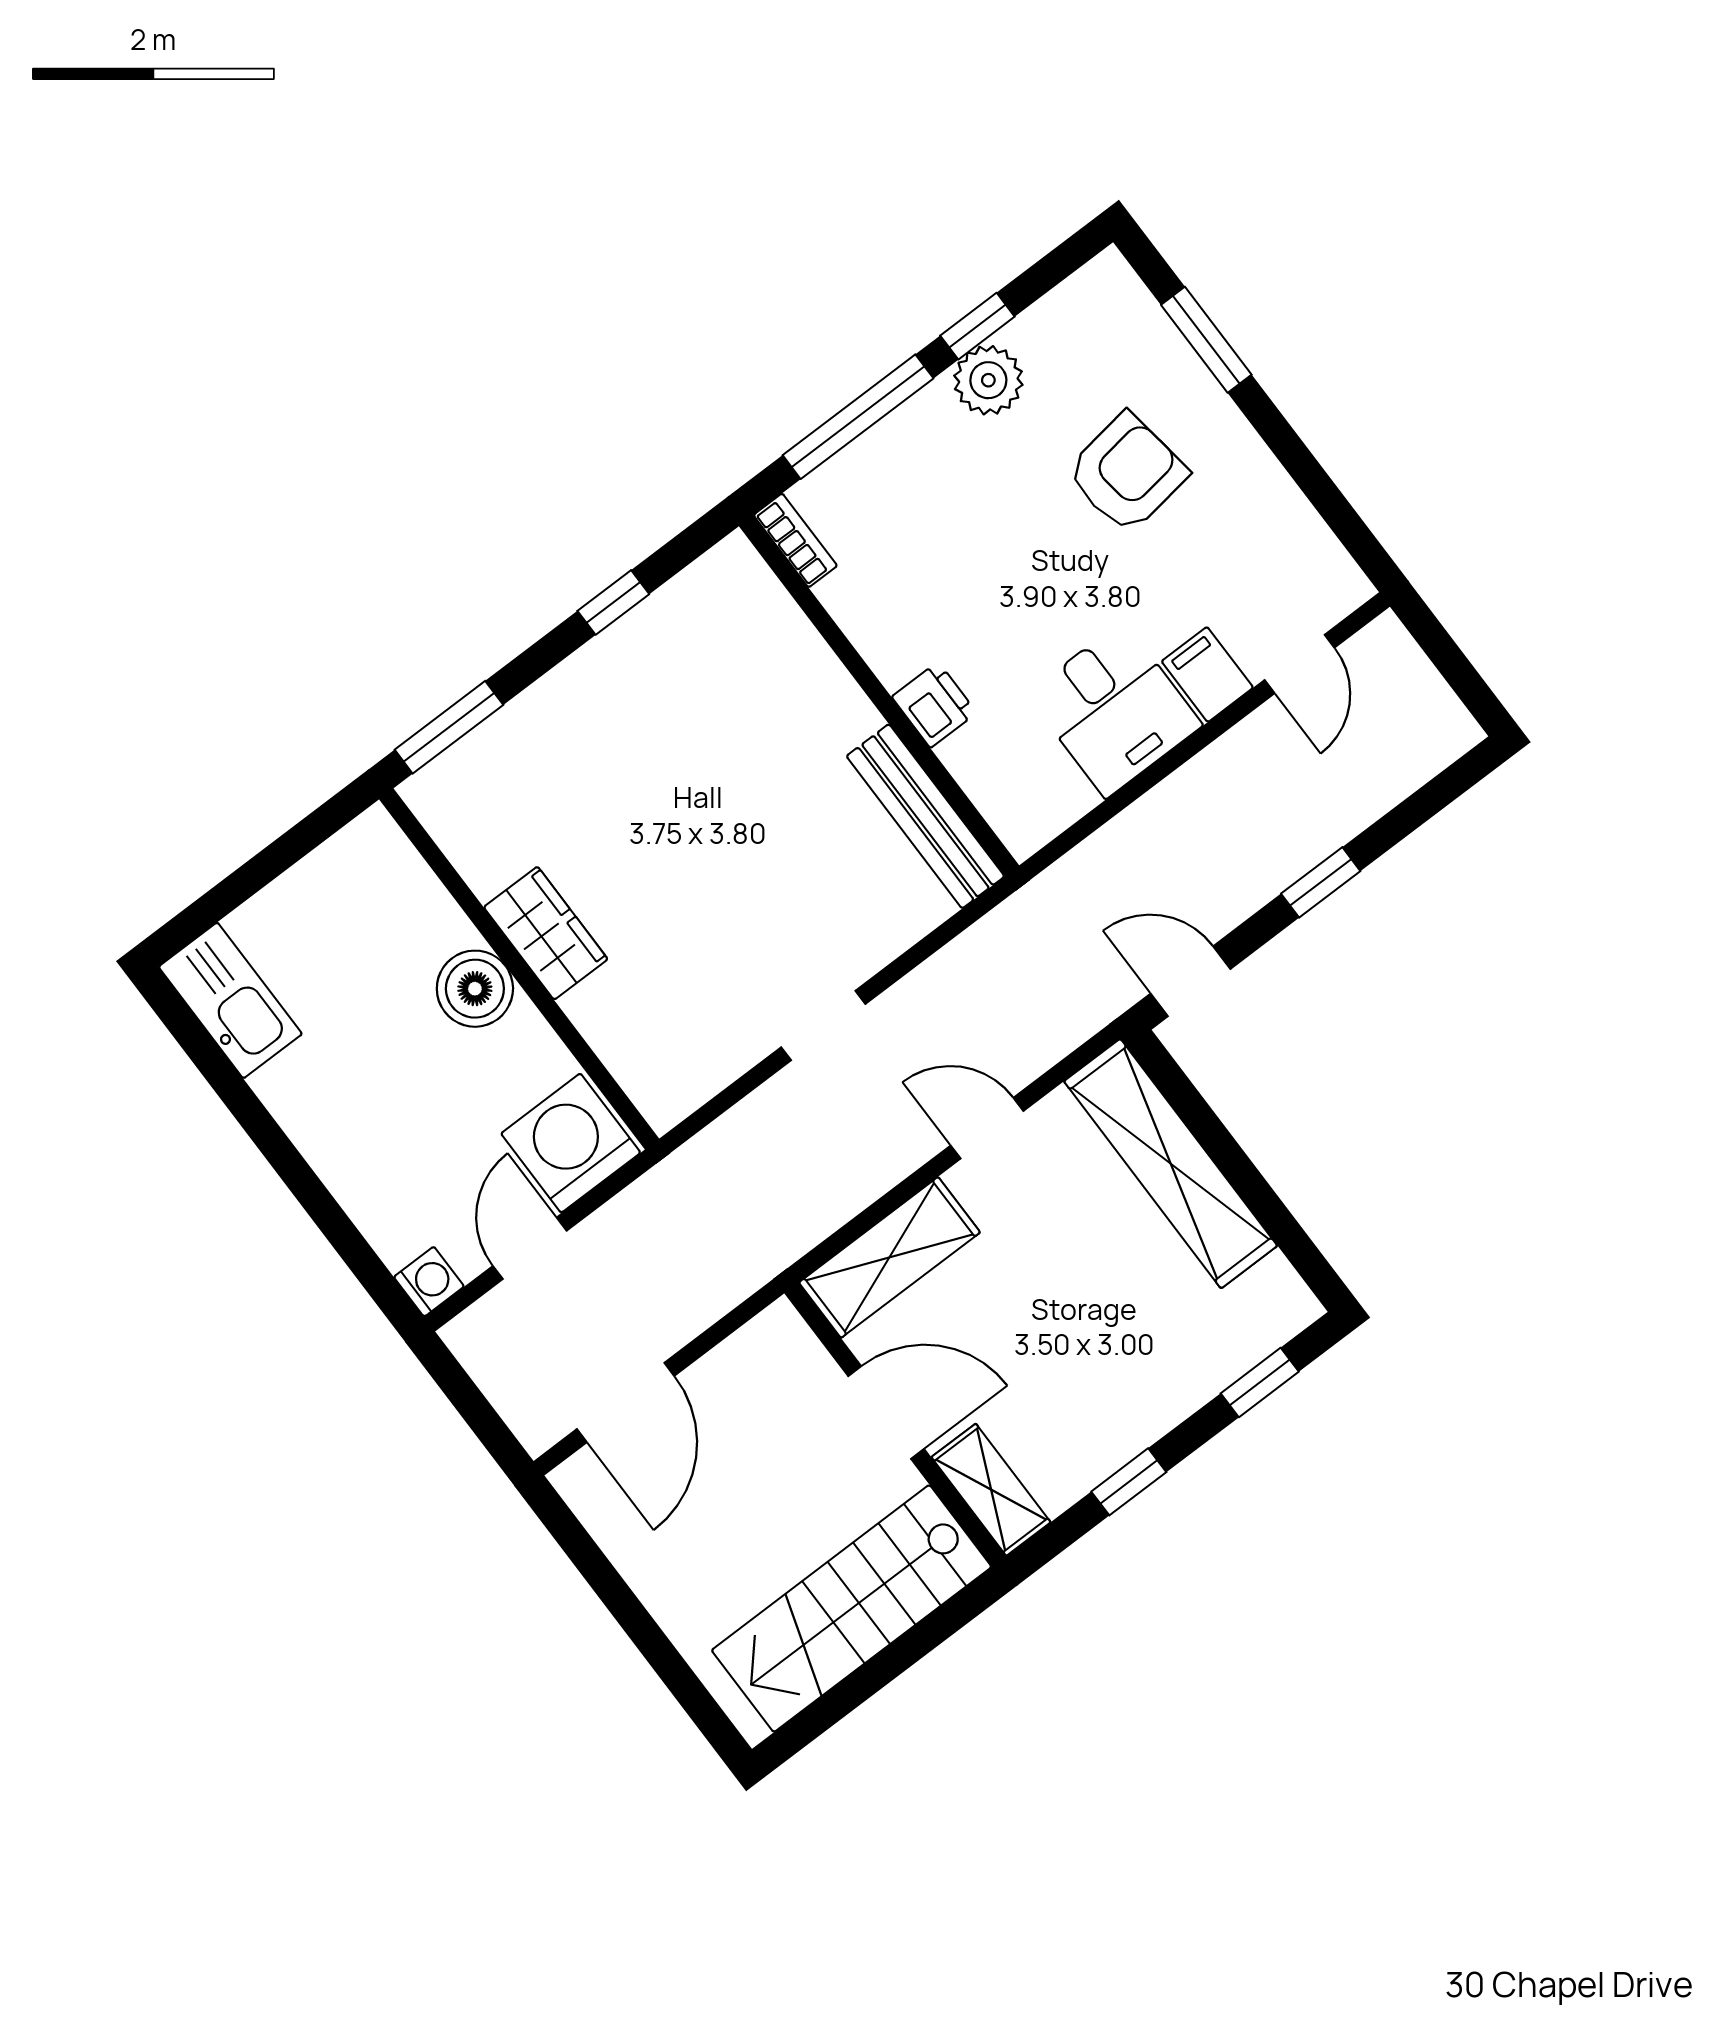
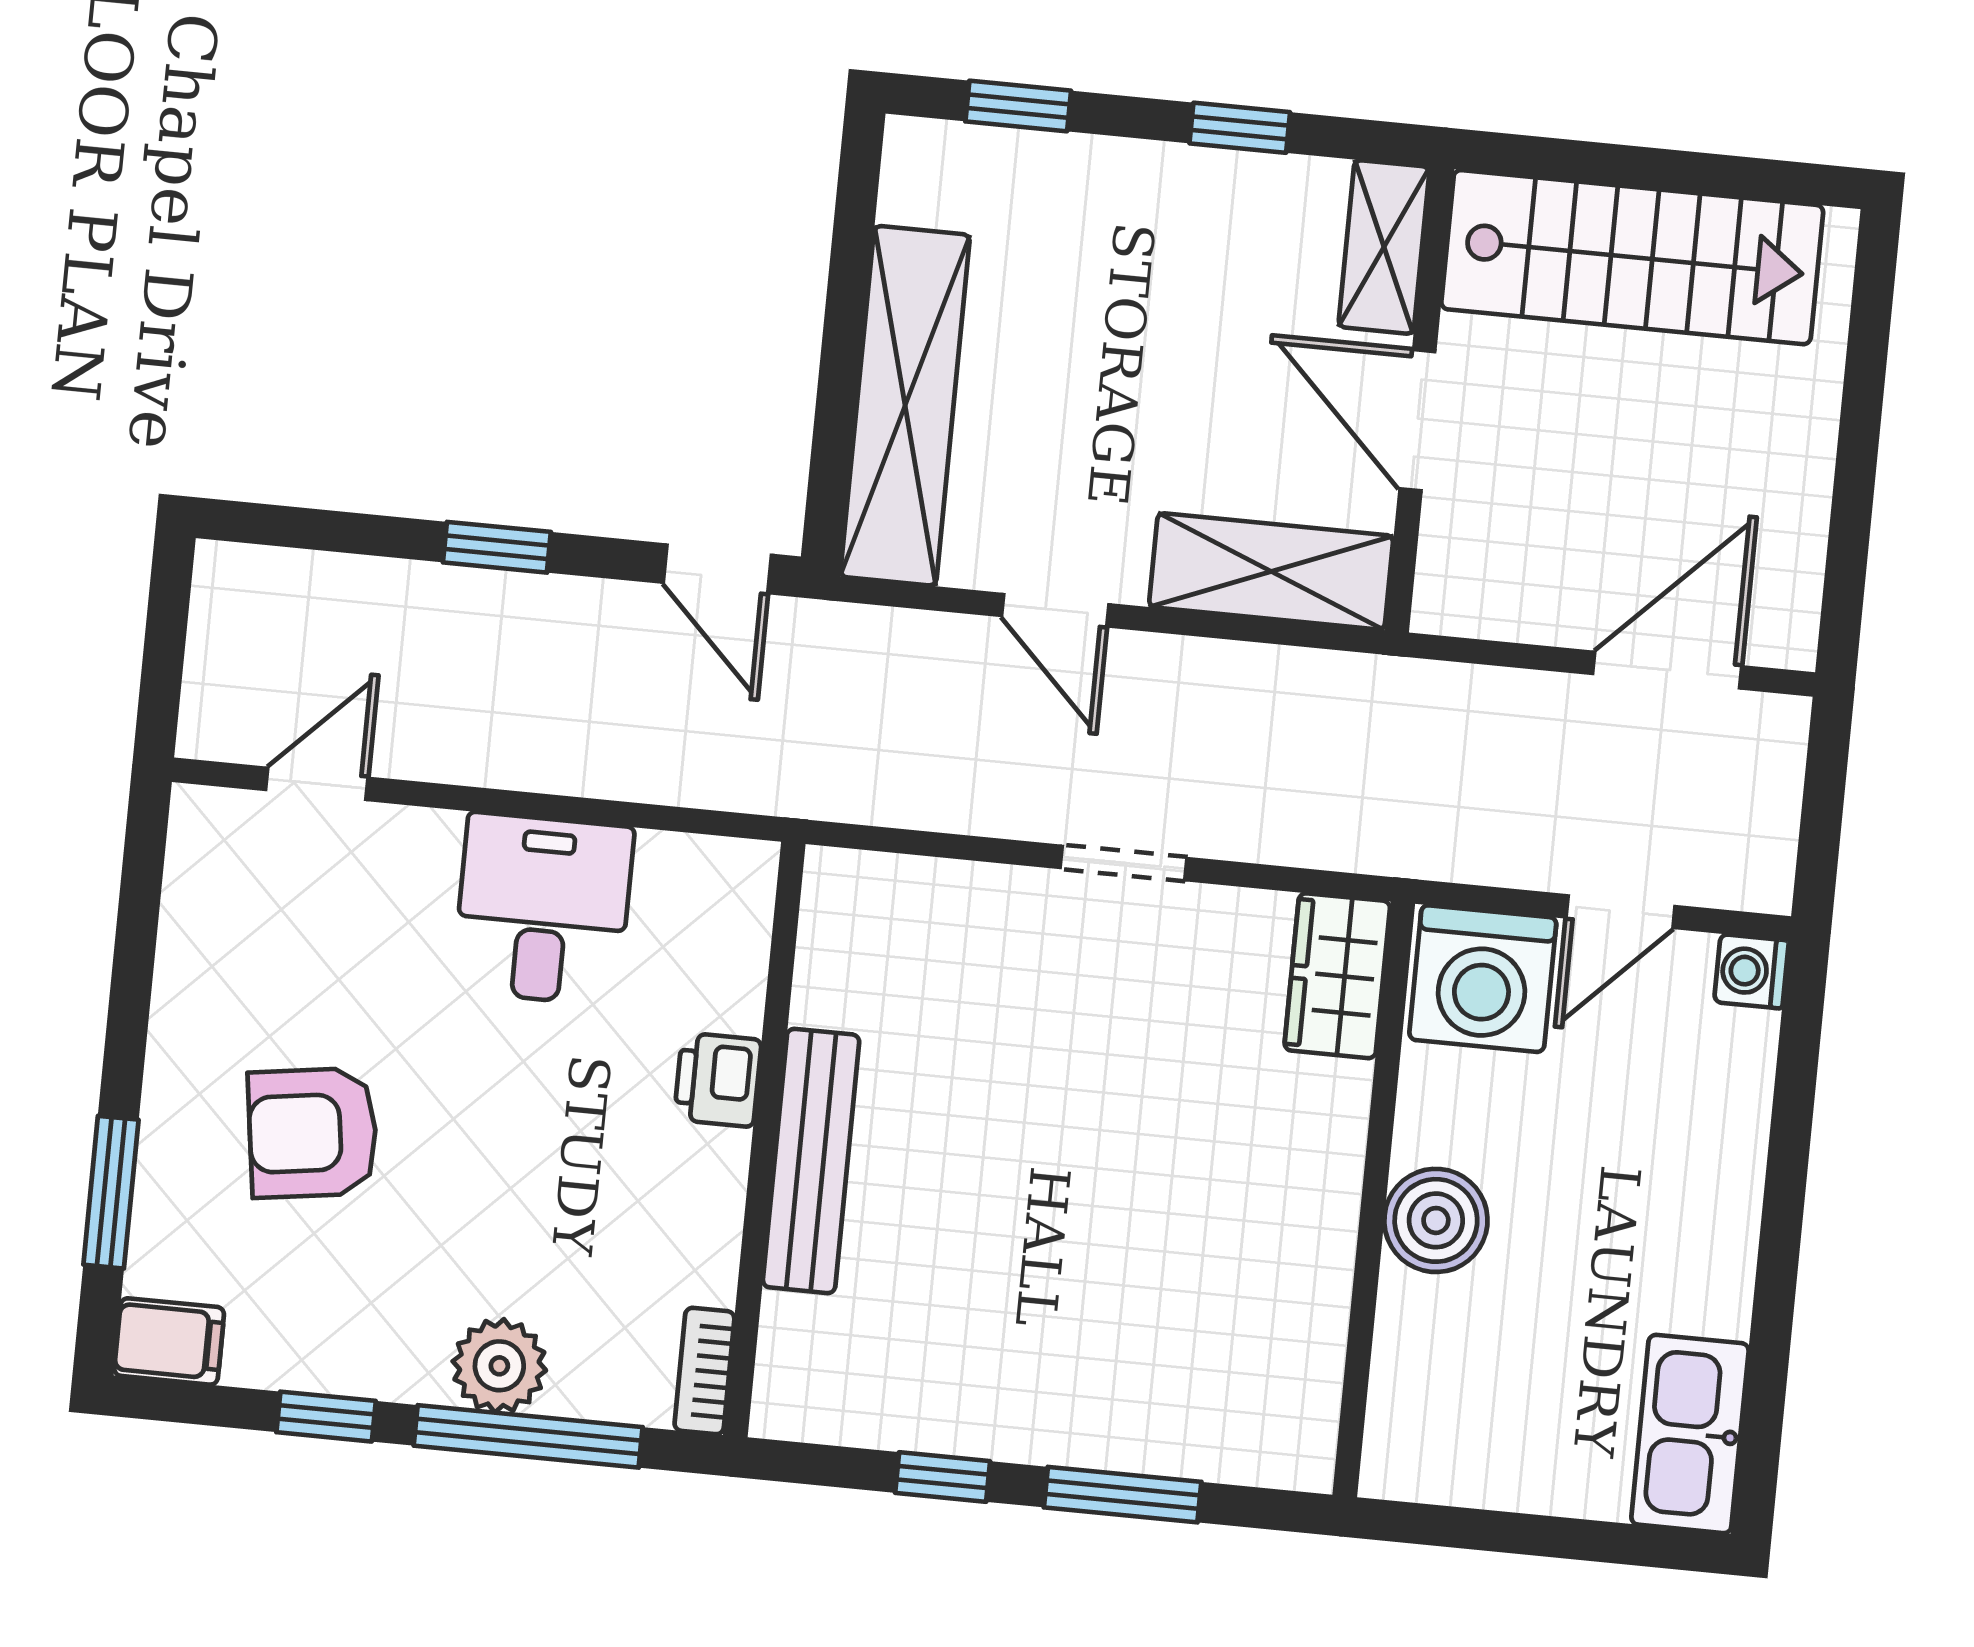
plant: (988, 380) -> (499, 1366), moved
filing cabinet: (1207, 674) -> (169, 1341), moved, turned -90
window: (449, 727) -> (1123, 1495), moved
bench: (925, 816) -> (811, 1161), moved
wardrobe: (546, 933) -> (1337, 976), moved

